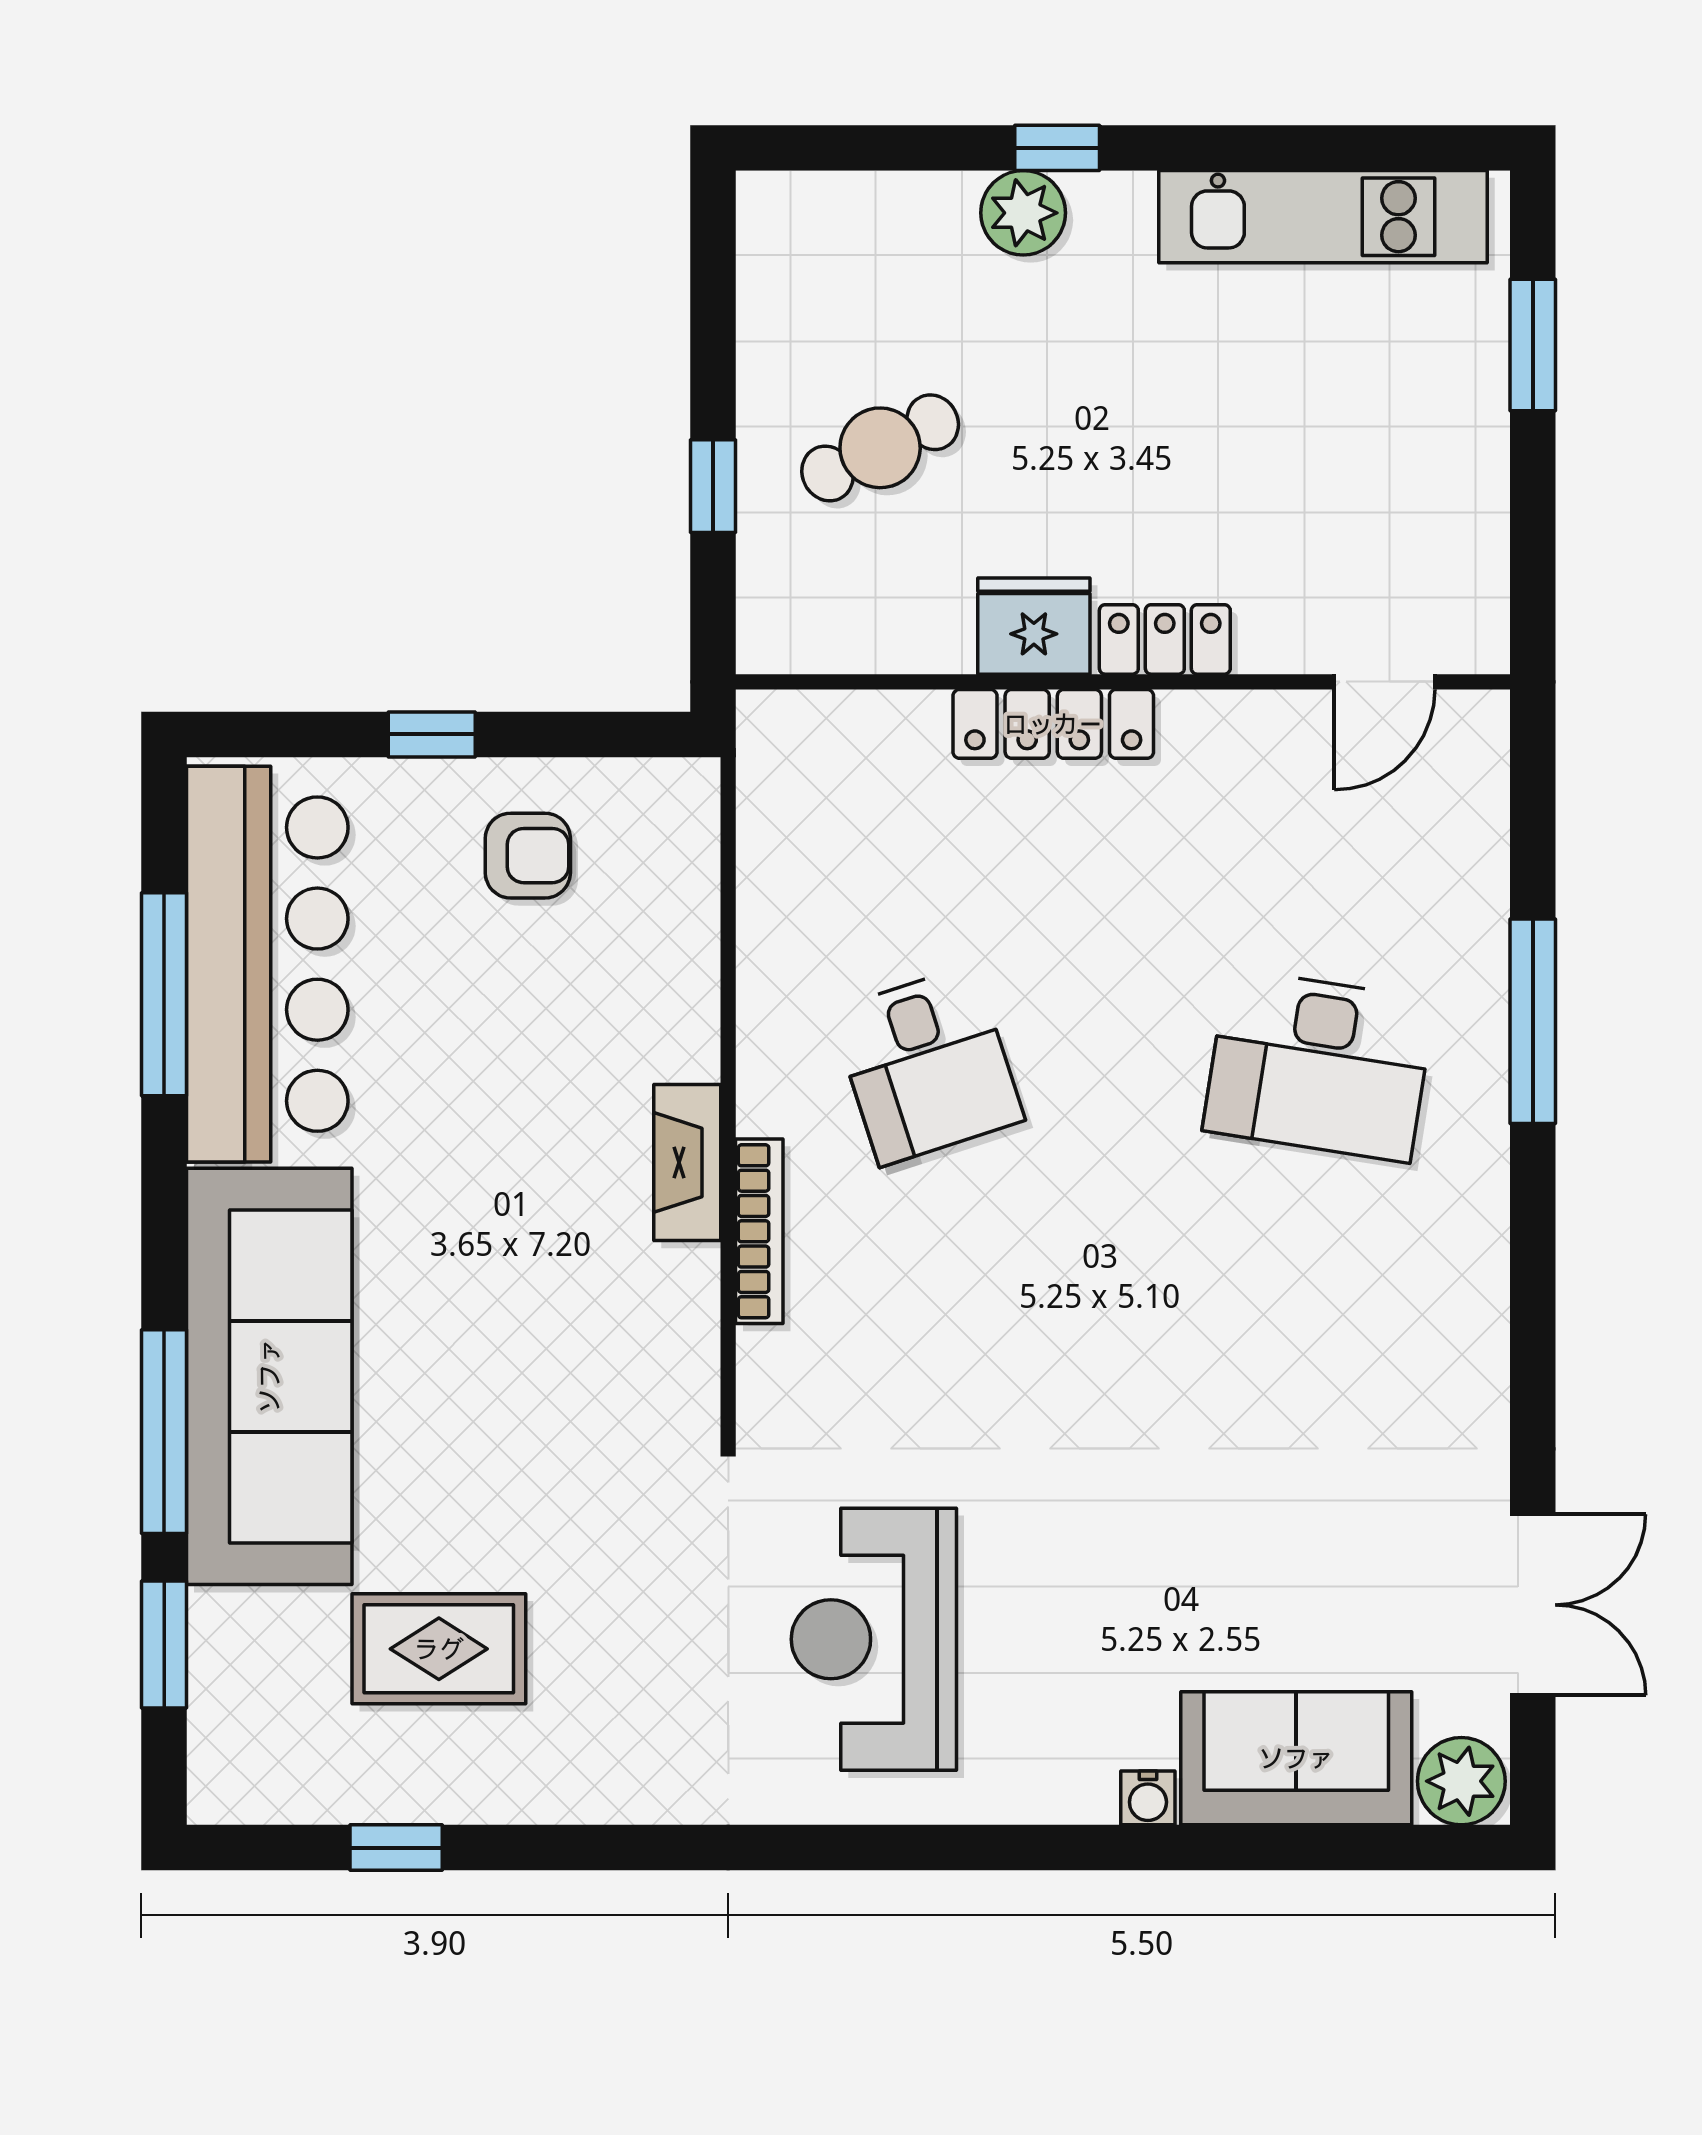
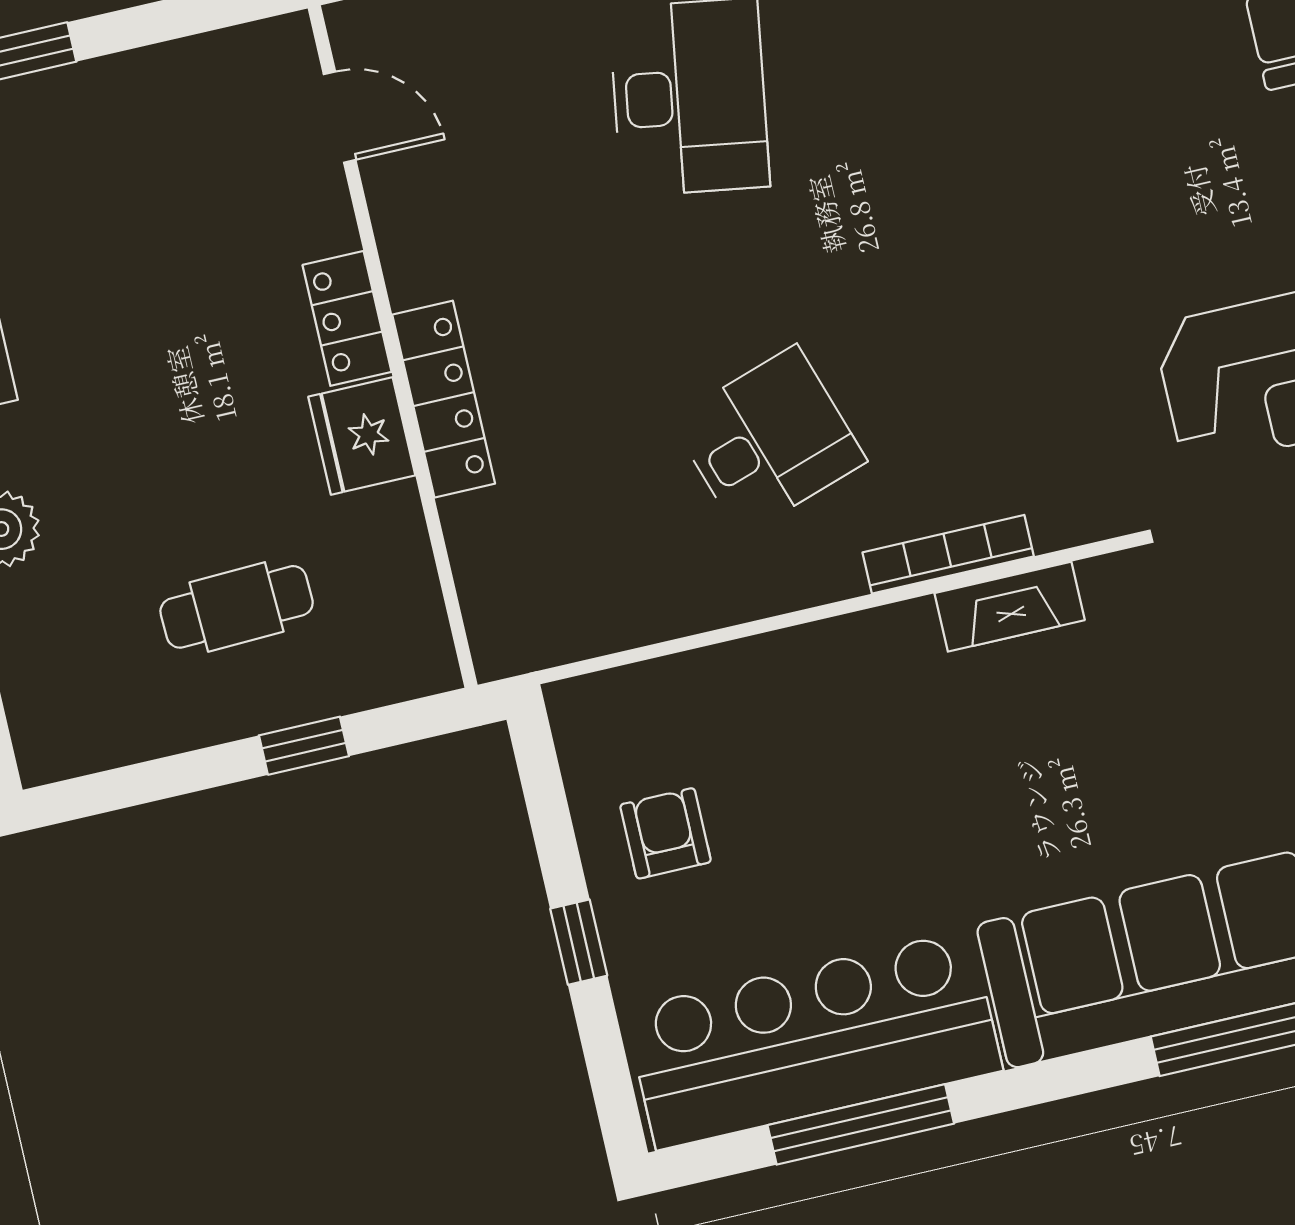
cafe table: (880, 448) -> (237, 607), turned -66
fireplace: (687, 1162) -> (1010, 607), moved

